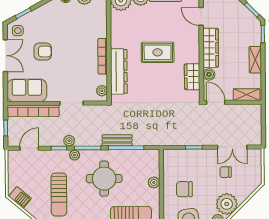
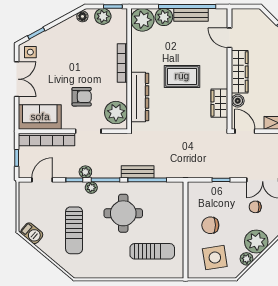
armchair: (43, 51) -> (82, 97), moved
bookcase: (103, 56) -> (122, 63), moved
plant: (102, 91) -> (116, 113), width x1.87, depth x1.87
plant: (154, 182) -> (177, 218), removed

